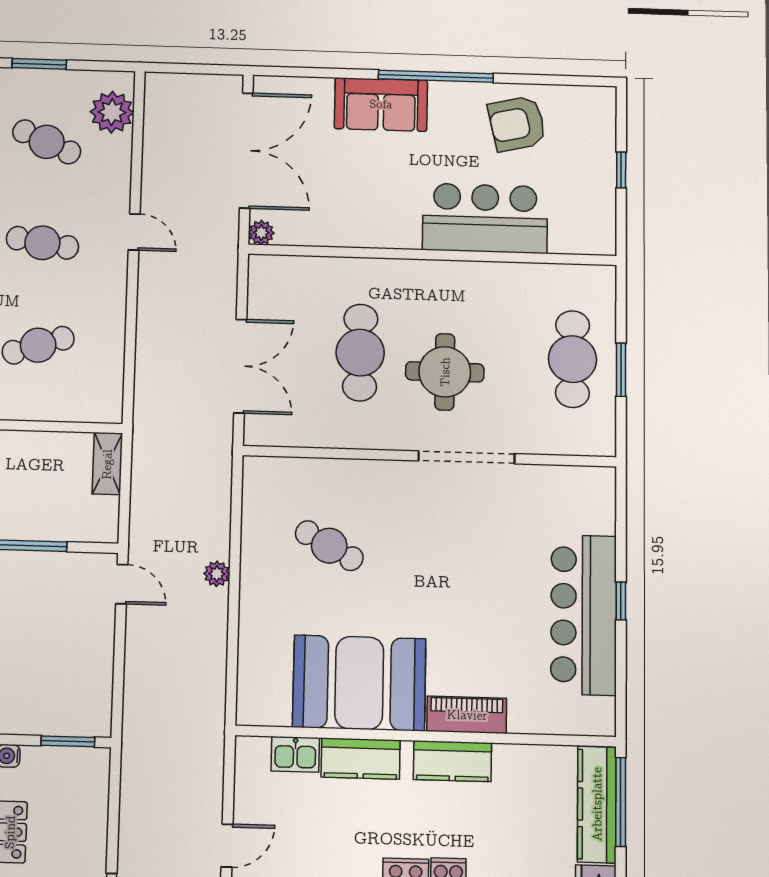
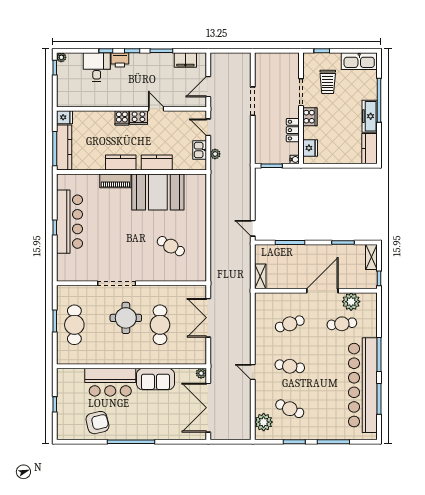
sofa: (381, 104) -> (155, 379), moved, turned 180
plant: (217, 574) -> (215, 154), moved
kitchen sink: (295, 754) -> (200, 150), moved, turned -90
door: (227, 846) -> (208, 127), hinge flipped

